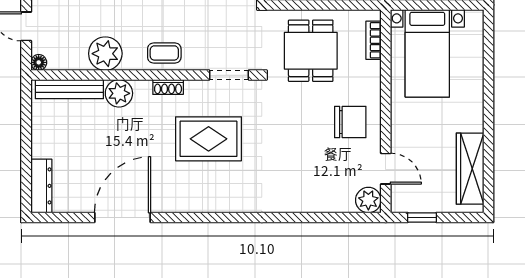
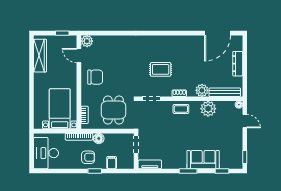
chair: (350, 122) -> (95, 77), turned 180
rug: (209, 139) -> (161, 69), width x0.73, depth x0.70
dresser: (41, 186) -> (238, 64), moved
door: (122, 217) -> (218, 33), moved

